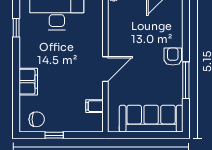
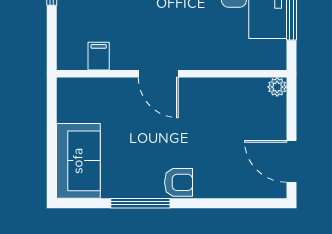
sofa: (151, 119) -> (78, 161), width x0.73

